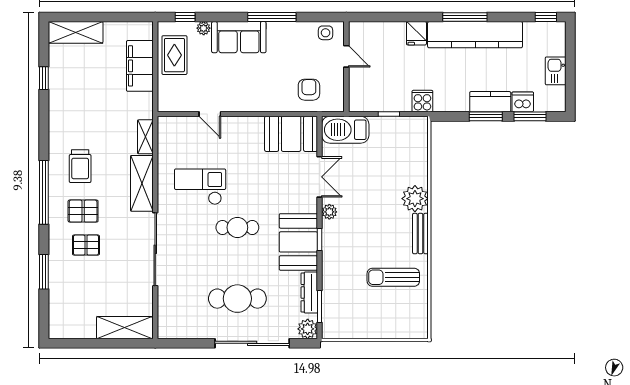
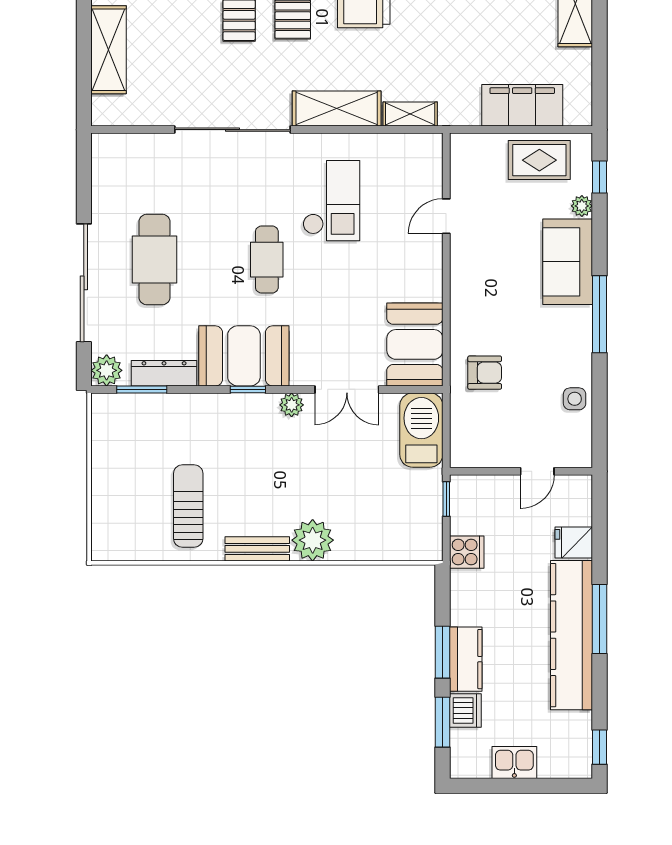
door: (346, 56) -> (537, 471), moved
wall: (346, 67) -> (521, 471), moved
shelving: (124, 328) -> (109, 50), moved

